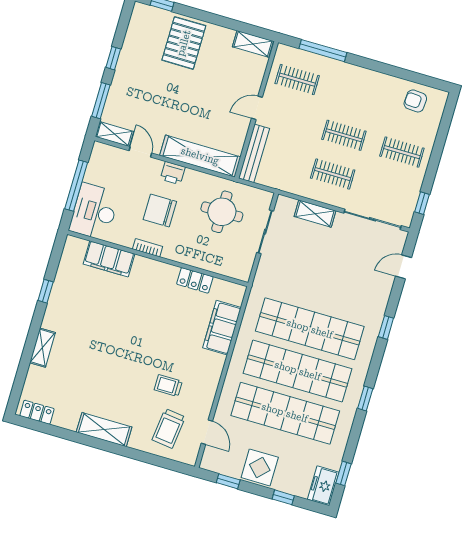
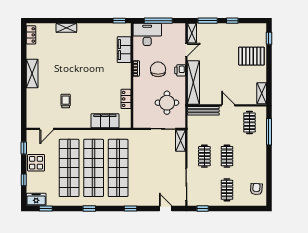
shelving: (315, 214) -> (181, 141), moved
window: (46, 291) -> (119, 21), moved
trolley: (169, 428) -> (43, 108), removed

